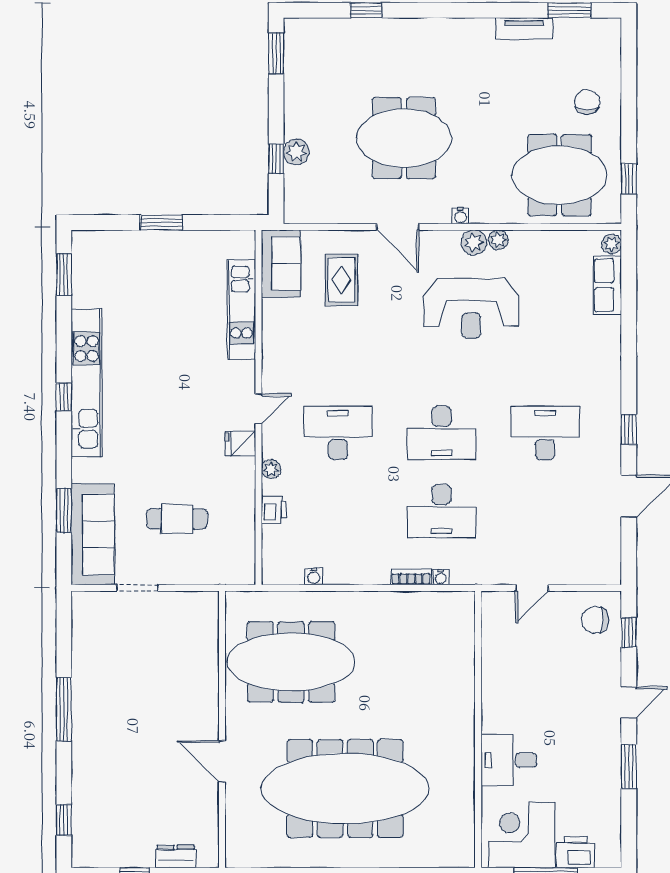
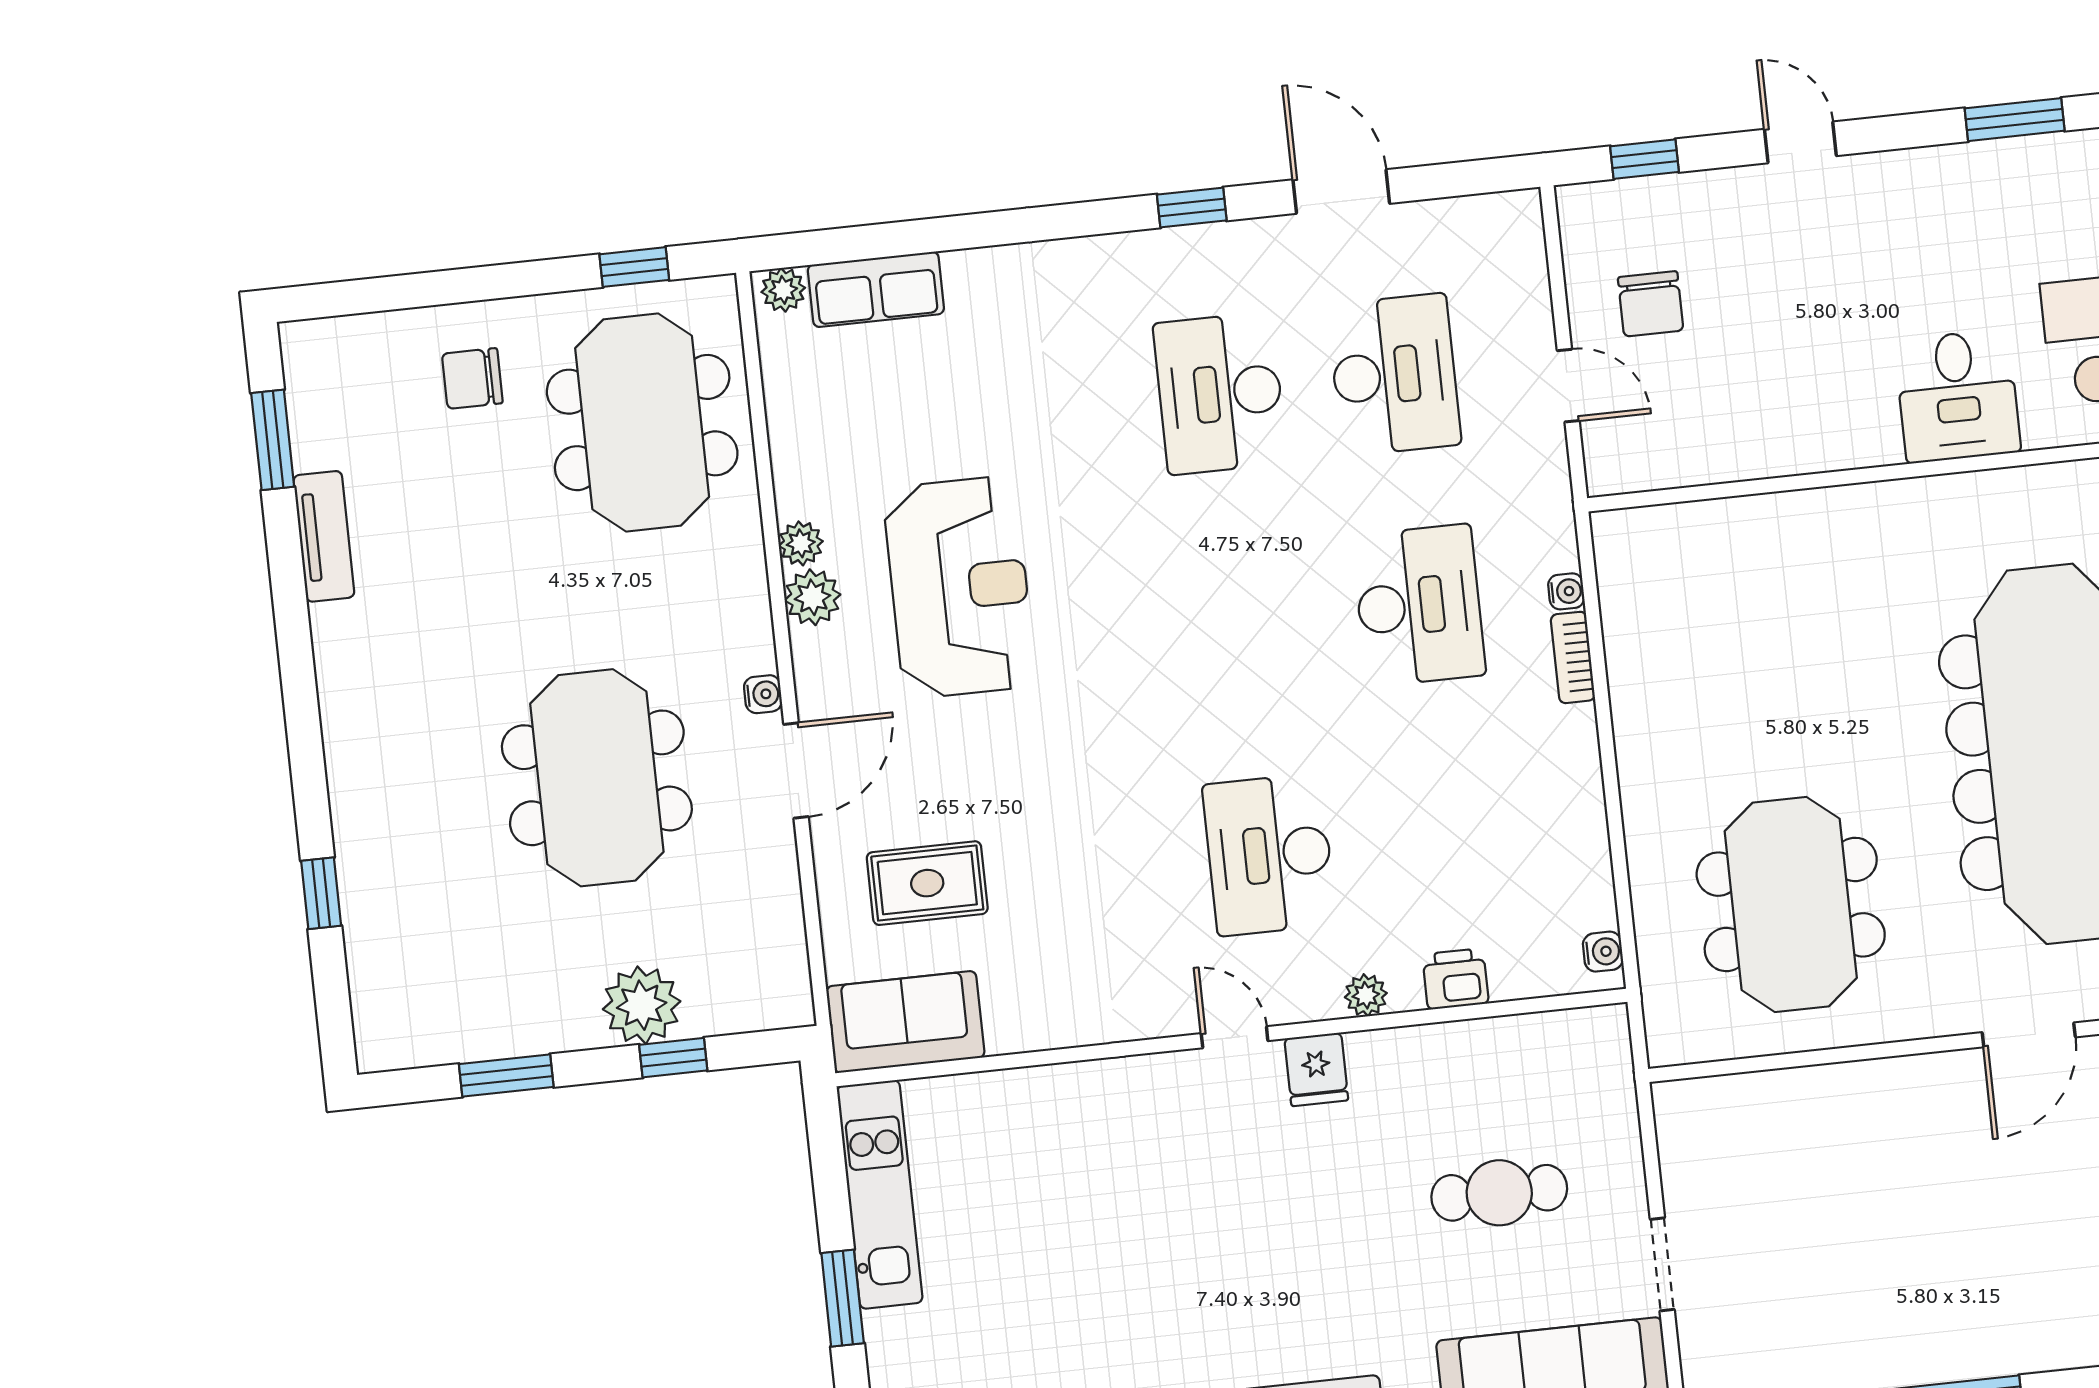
window: (276, 53) -> (506, 1075), moved
plant: (296, 152) -> (642, 1005), width x1.36, depth x1.36
water cooler: (460, 216) -> (763, 694), moved
kitchen unit: (242, 310) -> (880, 1194), moved, turned -90
desk: (441, 433) -> (1394, 375), moved
cafe table: (177, 519) -> (1499, 1193), turned 90
water cooler: (314, 576) -> (1603, 952), moved
chair: (595, 620) -> (1651, 304), moved
meeting table: (291, 662) -> (1791, 904), width x0.73
window: (629, 766) -> (2015, 120), moved

